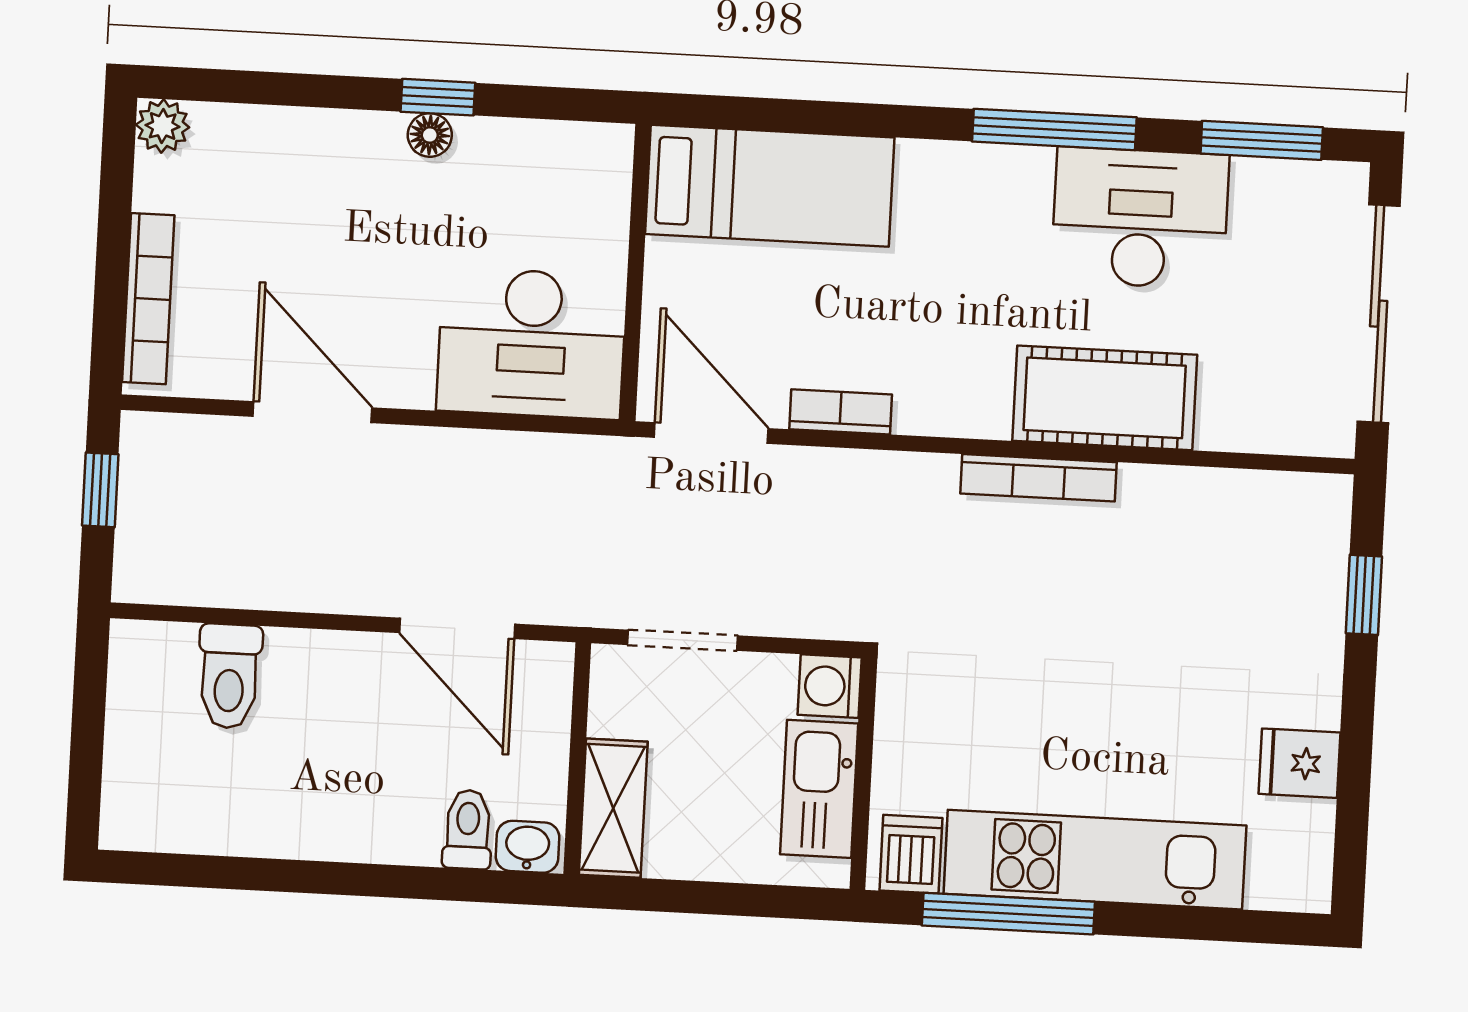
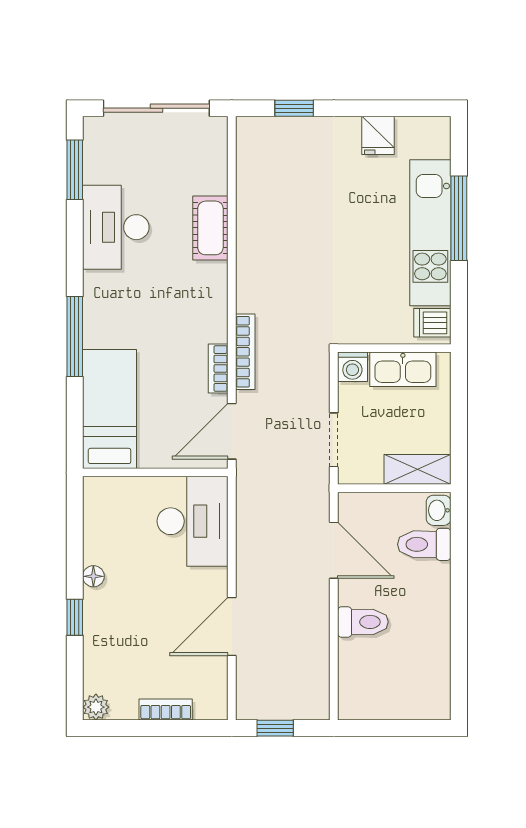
window: (438, 97) -> (75, 617), moved
window: (1054, 129) -> (75, 337), moved
bookcase: (148, 299) -> (166, 710), width x0.64
cot: (1105, 398) -> (210, 228), width x0.73, depth x0.75
bookcase: (1038, 478) -> (245, 352), moved
door: (457, 628) -> (334, 550), hinge flipped
toilet: (229, 676) -> (363, 622), moved
toilet: (468, 830) -> (424, 544), width x1.37, depth x1.39
window: (1008, 914) -> (459, 218), moved

